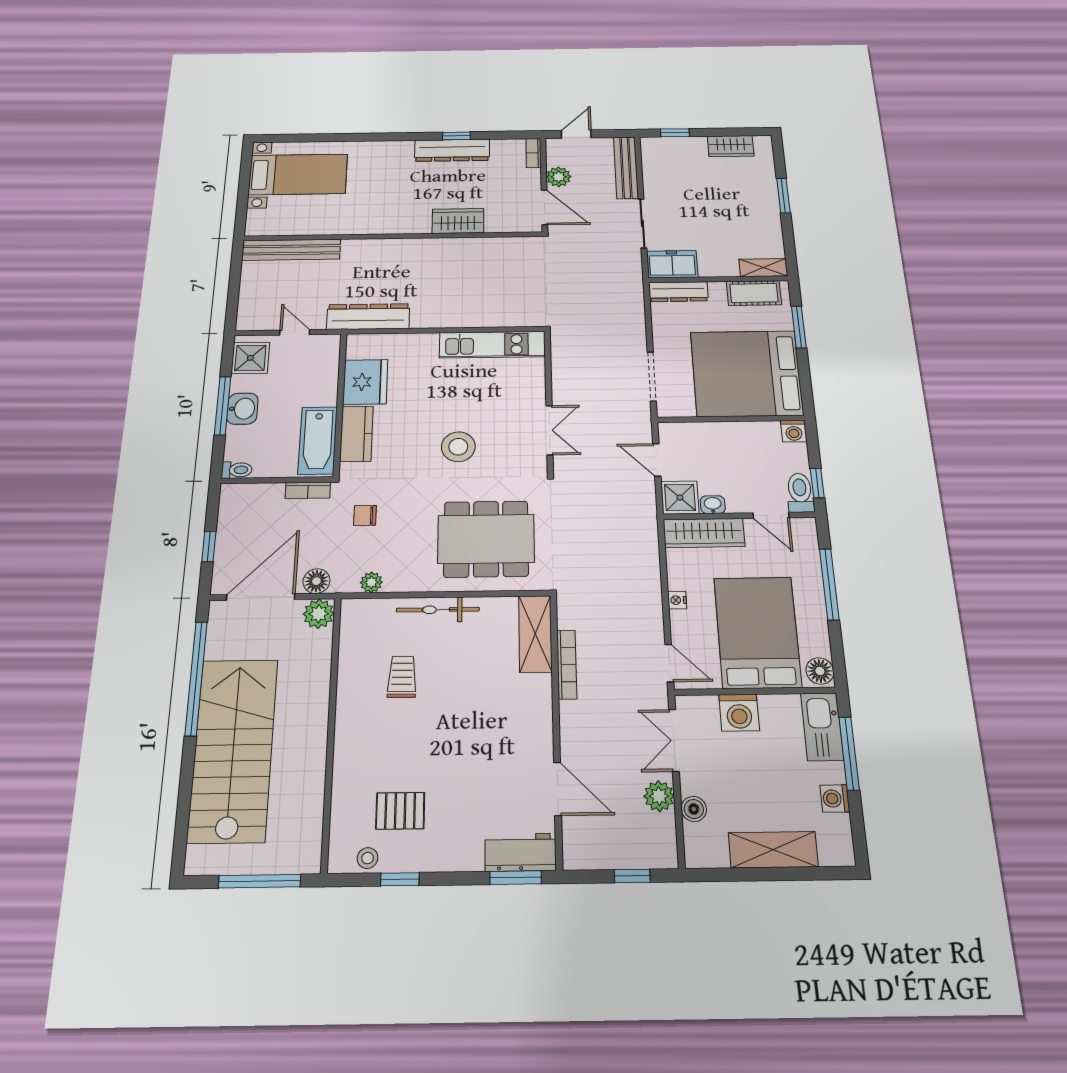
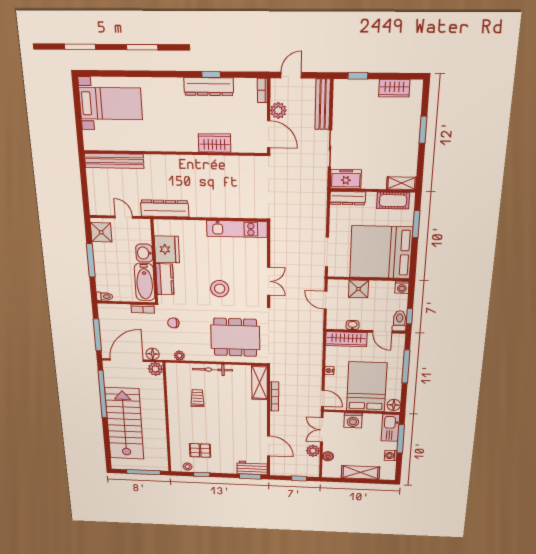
washbasin: (242, 409) -> (144, 253), moved, turned 180
shower: (680, 497) -> (358, 289), moved
window: (209, 546) -> (97, 335), width x2.17

